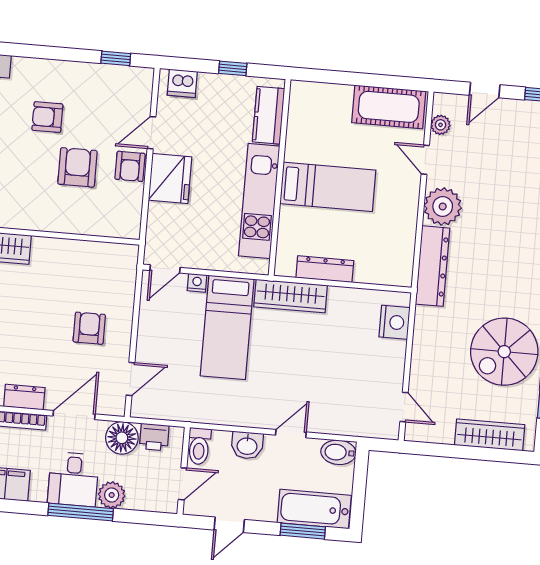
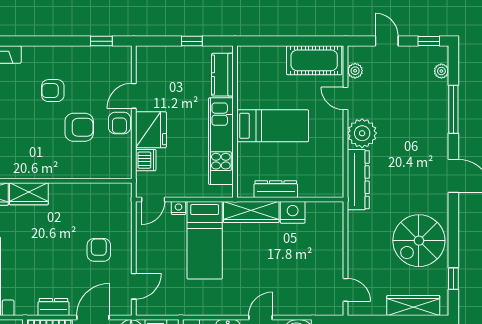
dishwasher: (182, 83) -> (146, 160), moved, turned -90
door: (485, 90) -> (387, 41), swing flipped
armchair: (77, 167) -> (79, 127), turned 90
nightstand: (394, 322) -> (293, 212), moved, turned -90

